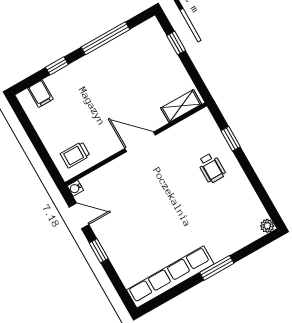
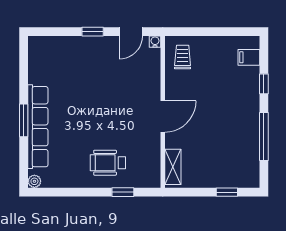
wheelchair: (212, 168) -> (108, 163), width x1.36, depth x1.37
row of seats: (170, 277) -> (38, 127), moved

